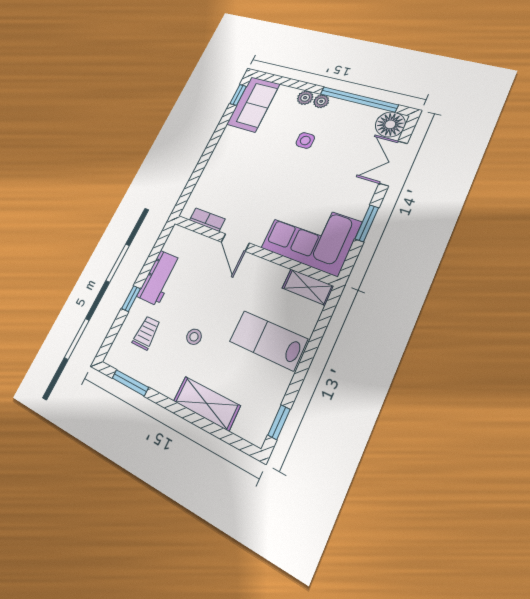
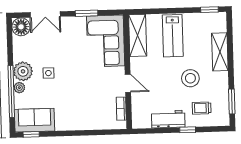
window: (358, 99) -> (11, 91), moved
plant: (321, 101) -> (23, 71), width x1.87, depth x1.87
door: (235, 242) -> (128, 83), hinge flipped
shelving: (308, 287) -> (138, 35), width x1.50, depth x1.33
stool: (194, 337) -> (190, 78), width x1.89, depth x1.89

